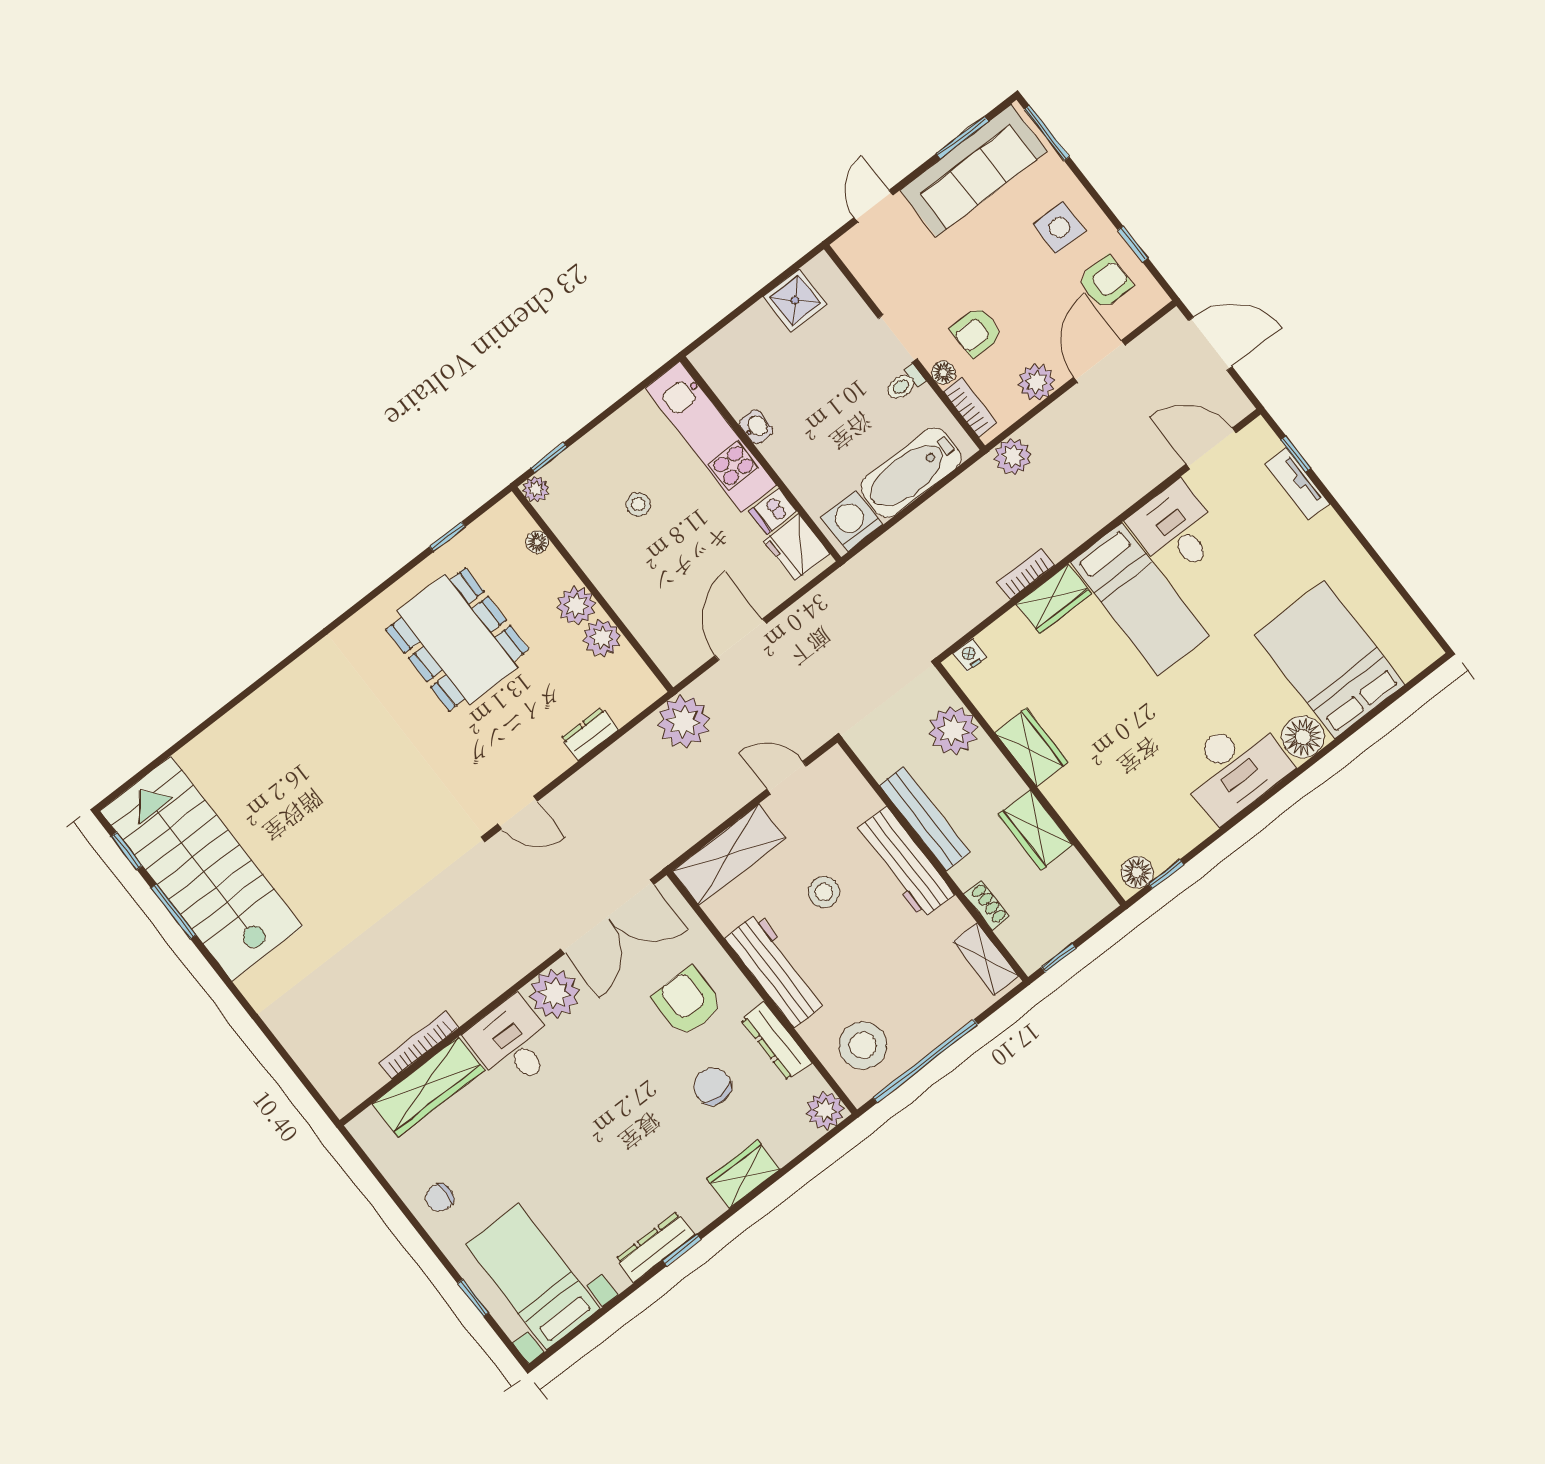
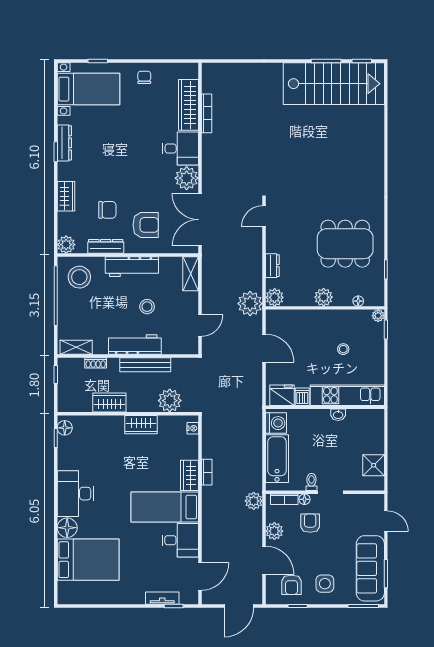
plant: (602, 638) -> (275, 297), moved
shelving: (729, 855) -> (191, 274), width x0.67, depth x0.75

